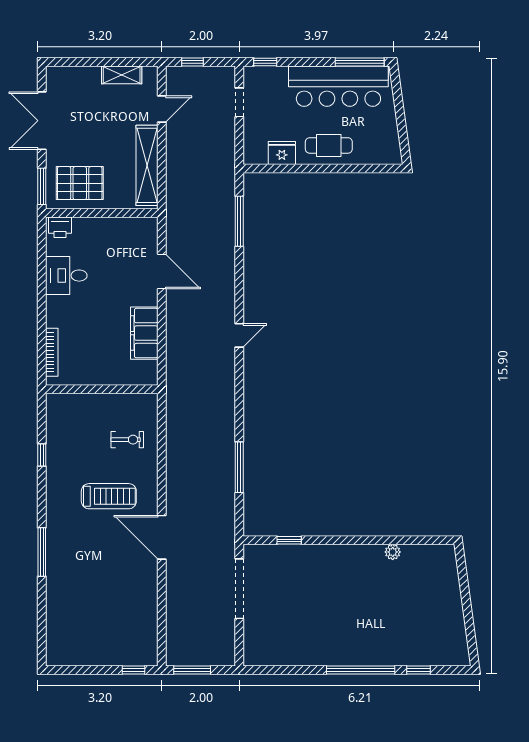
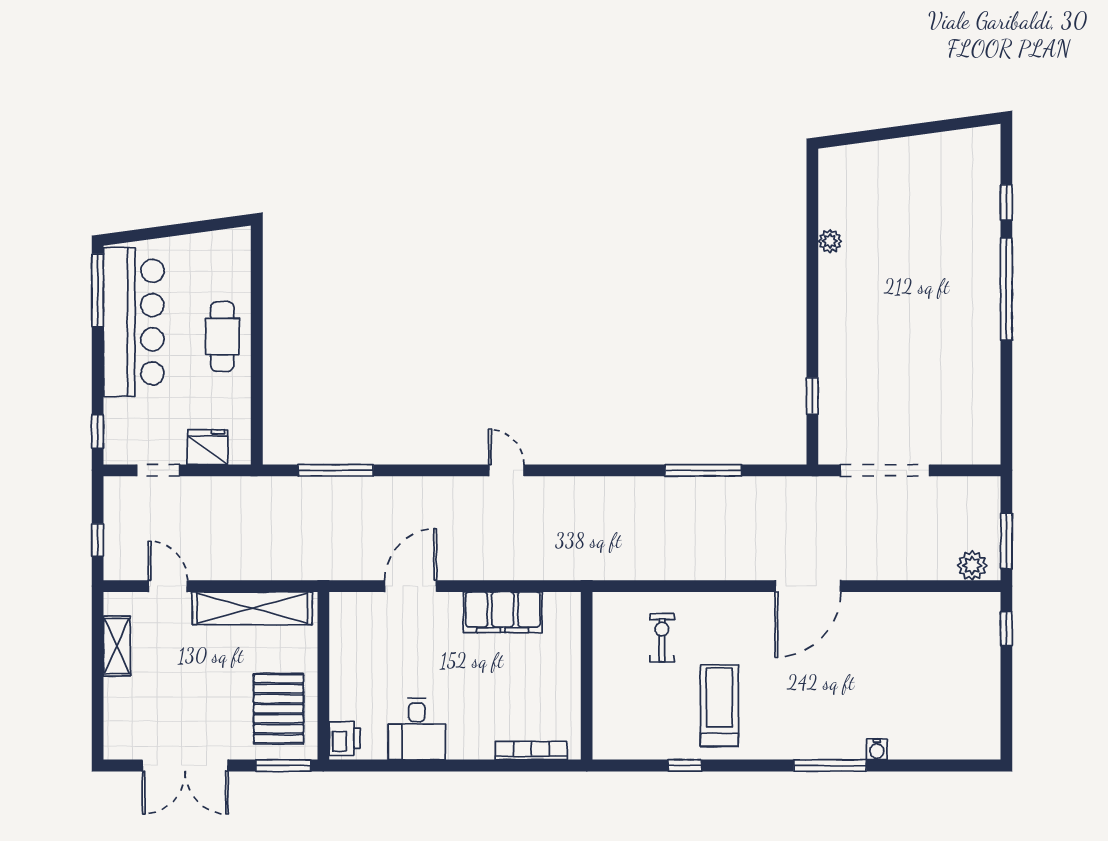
fridge: (282, 153) -> (208, 447), moved, turned 90
treadmill: (109, 496) -> (719, 706), moved
water cooler: (53, 583) -> (877, 749), added
plant: (176, 647) -> (972, 565), added

